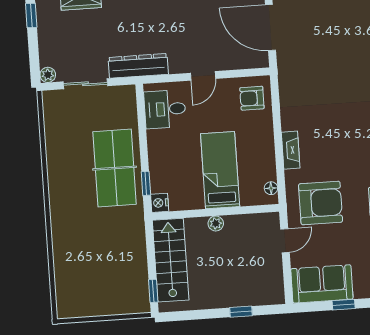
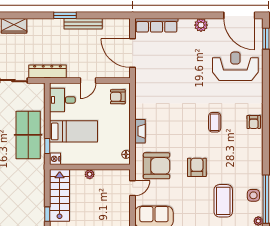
bed: (220, 170) -> (74, 131), moved, turned 90

